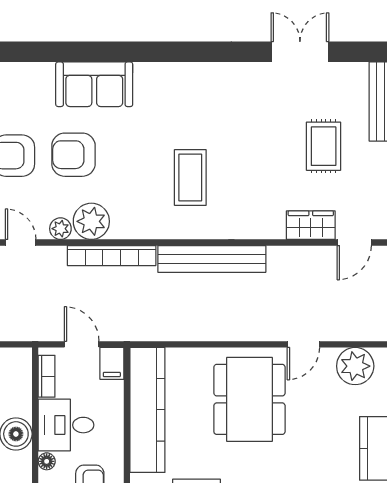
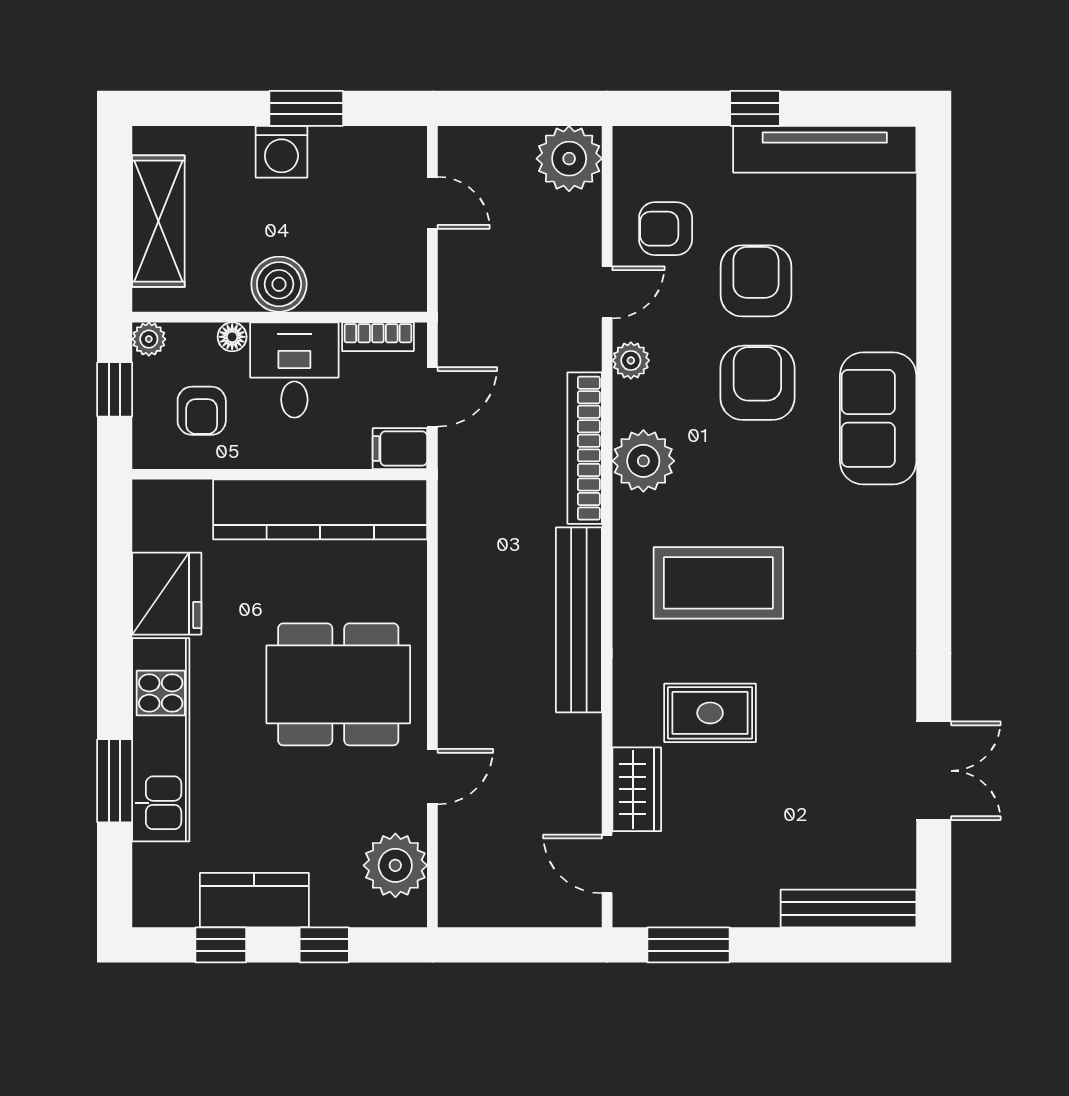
rug: (324, 146) -> (710, 713), moved
coffee table: (190, 178) -> (718, 583), width x1.36, depth x1.32
plant: (91, 221) -> (643, 461), moved
door: (303, 344) -> (432, 777), swing flipped

